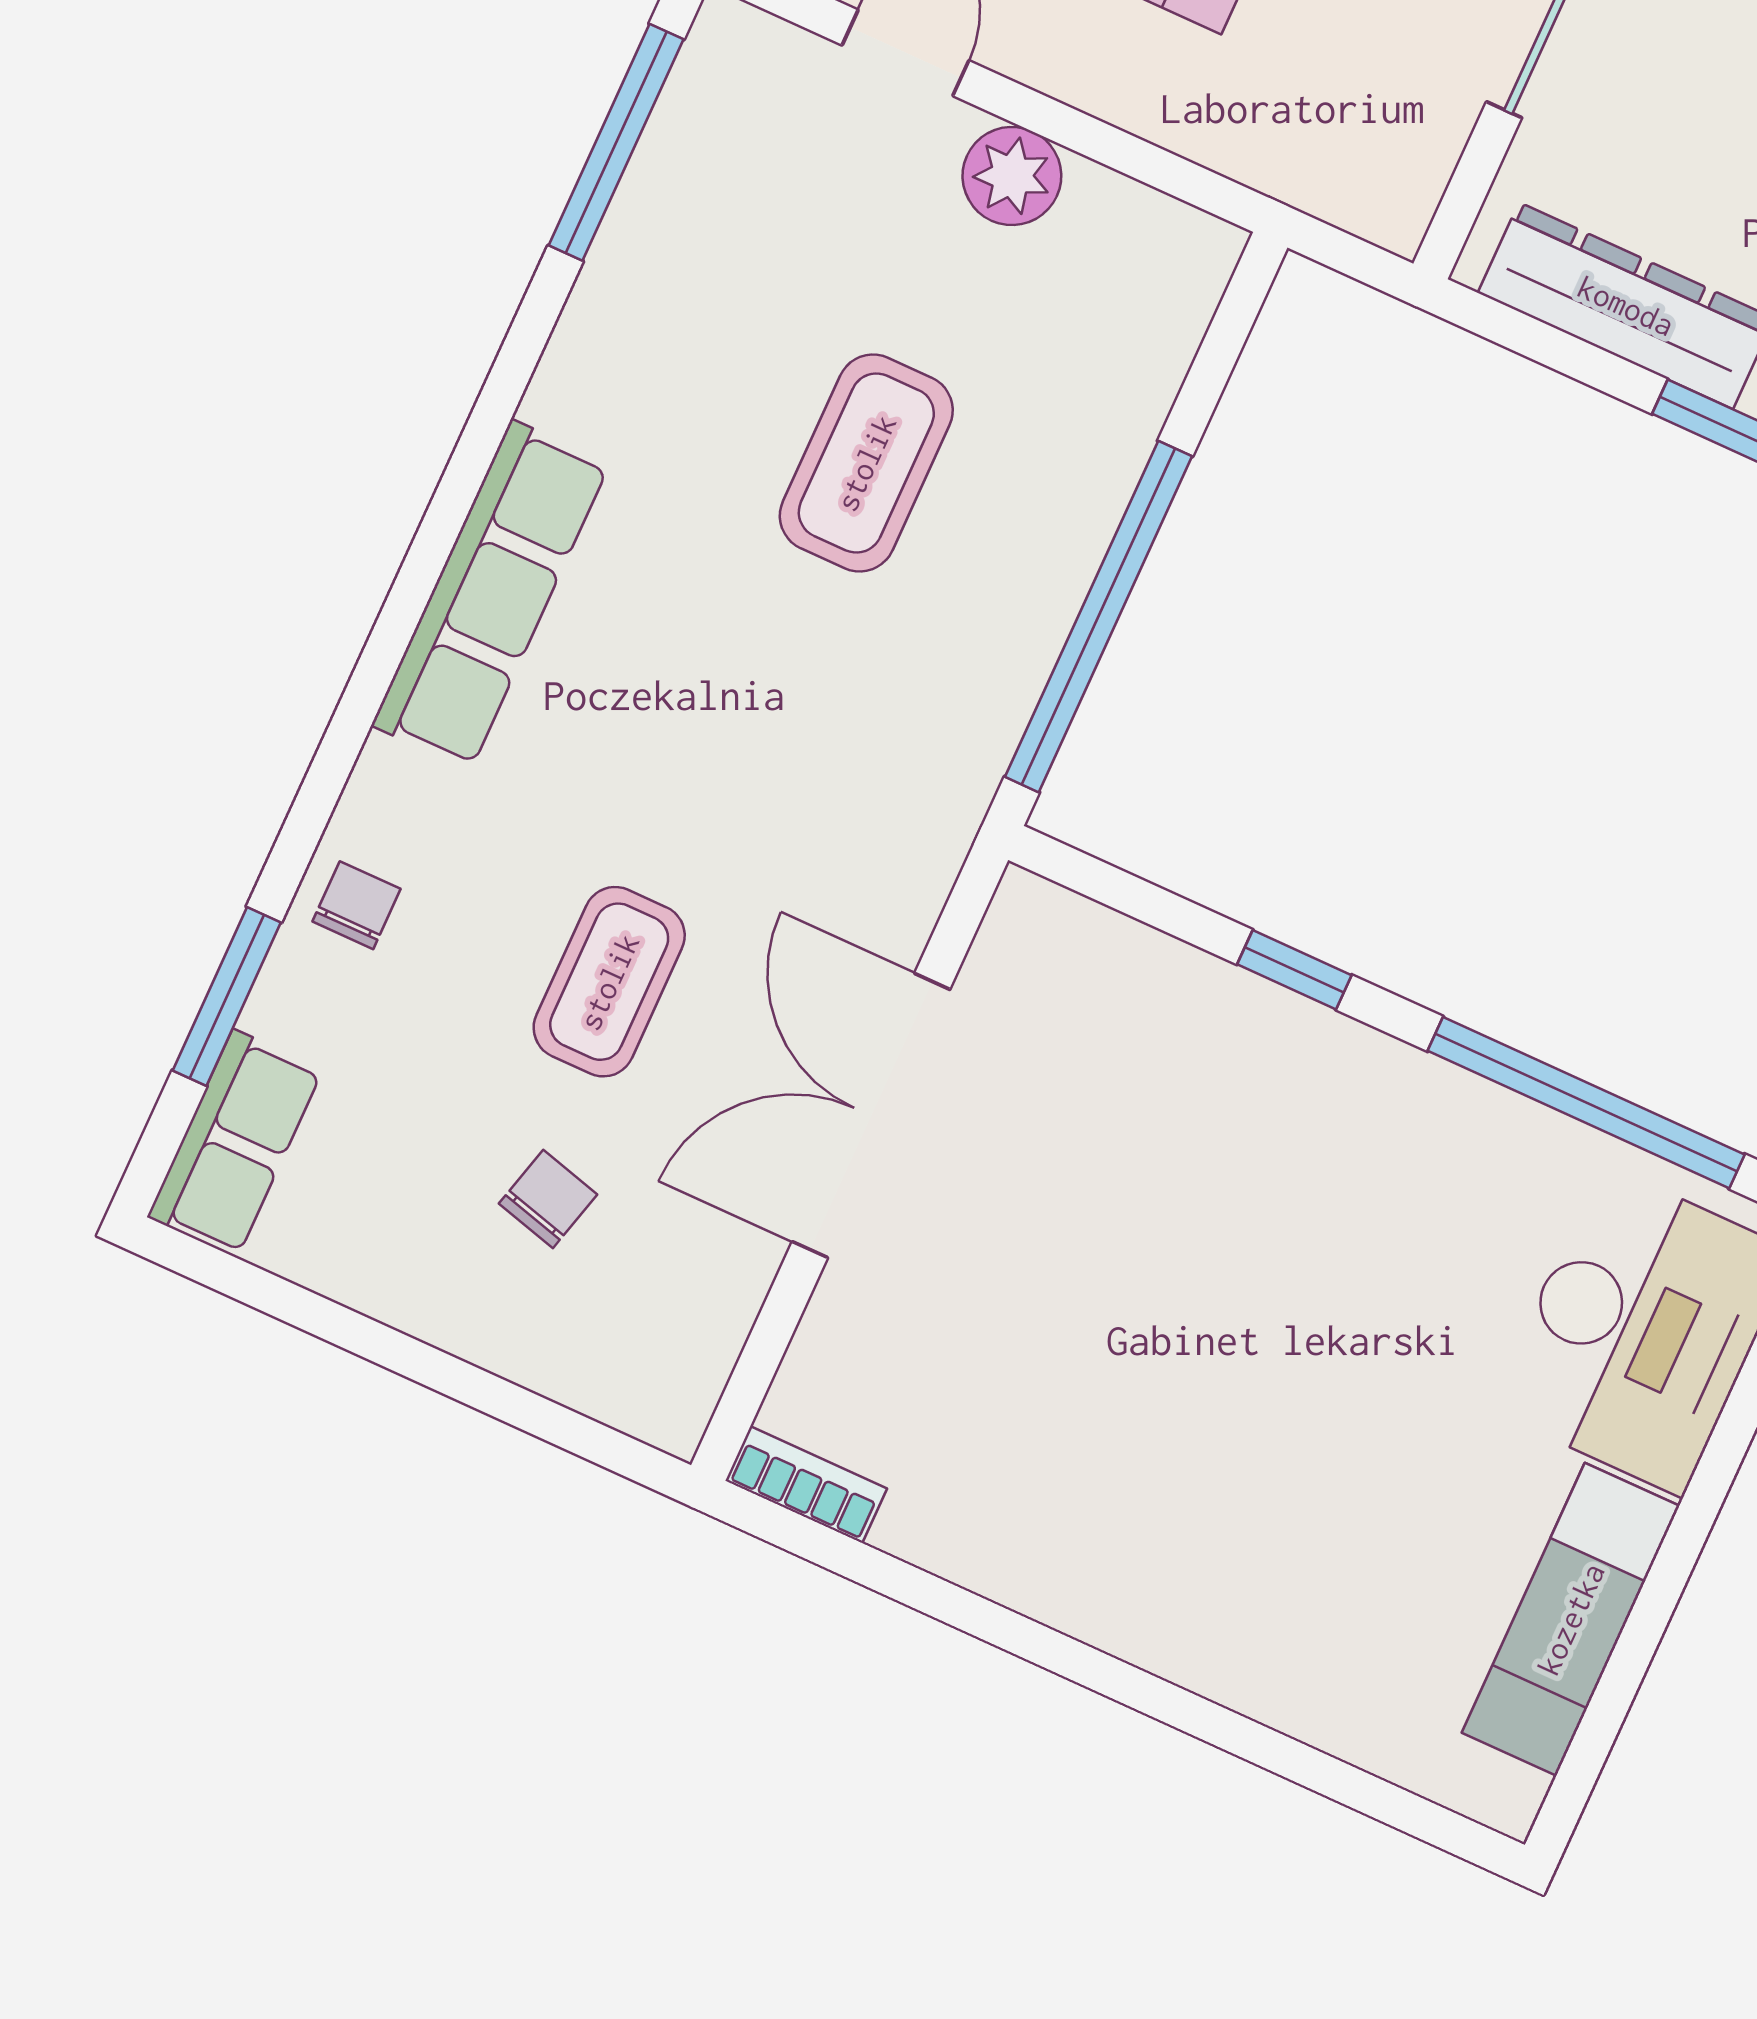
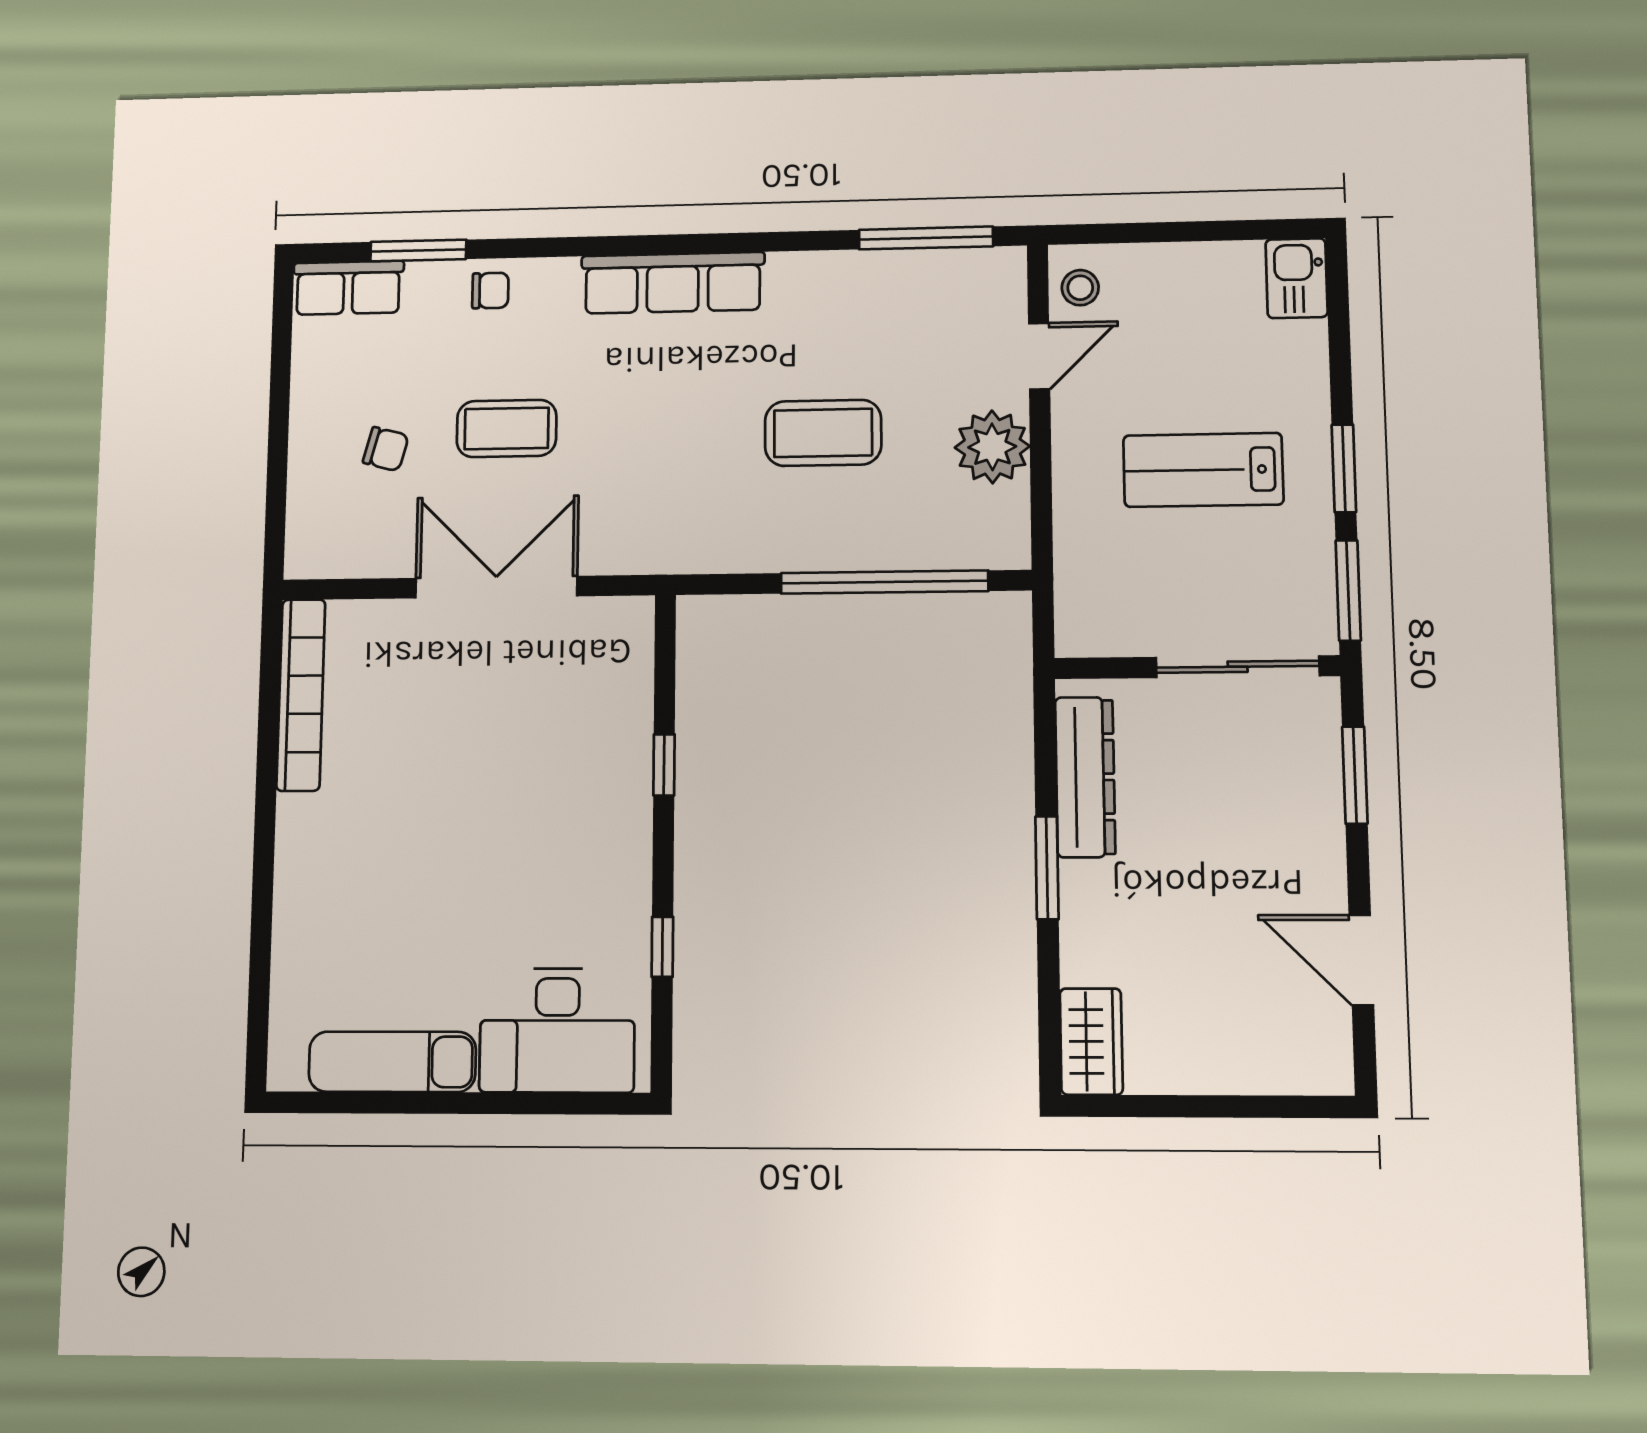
plant: (1012, 176) -> (992, 447), width x1.36, depth x1.36
window: (1098, 617) -> (884, 582), moved
window: (1586, 1103) -> (662, 947), width x0.32
bookcase: (806, 1485) -> (301, 695), width x2.31, depth x1.31

